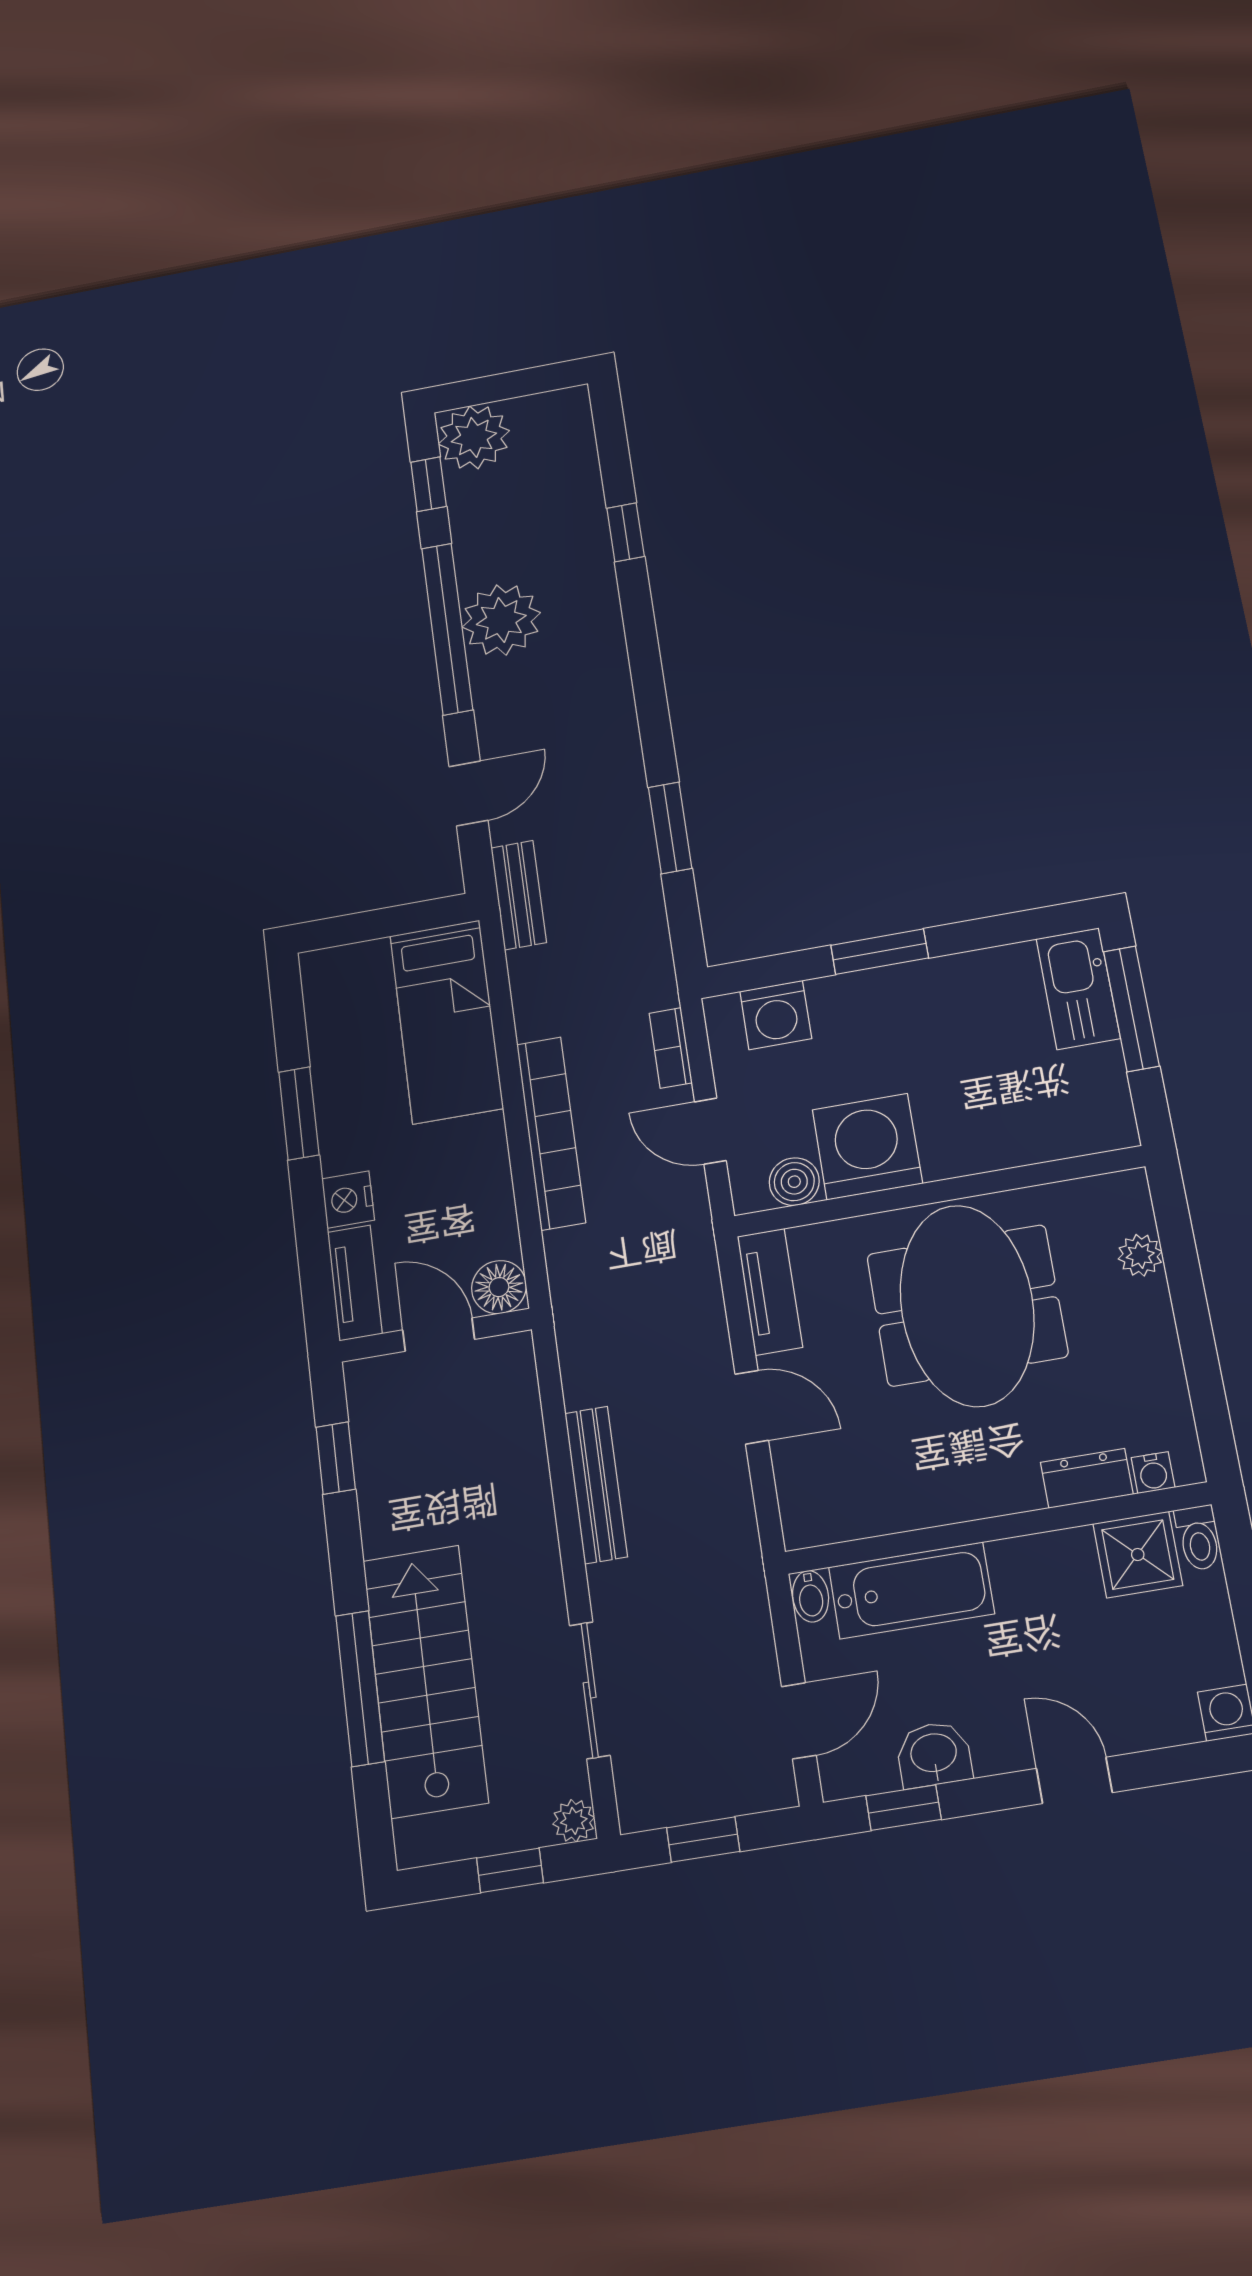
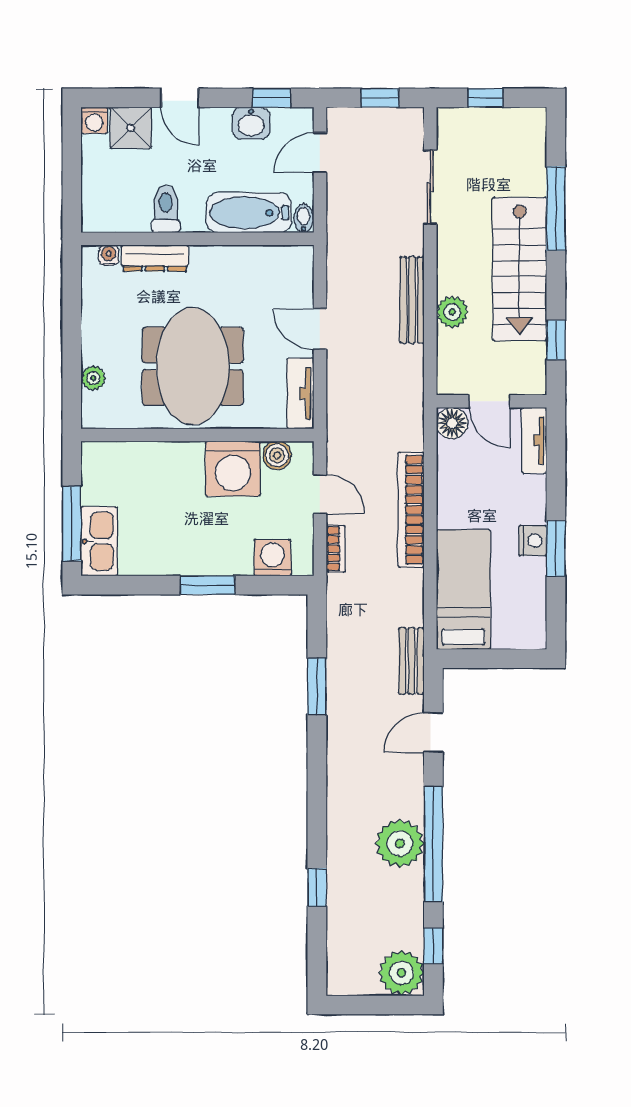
nightstand: (348, 1200) -> (533, 541), moved
dresser: (1087, 1478) -> (155, 258), width x1.44
toilet: (1198, 1538) -> (166, 209), moved, width x1.37, depth x1.39
shower: (1138, 1555) -> (131, 128), moved
stairs: (425, 1681) -> (520, 269), moved
plant: (574, 1821) -> (452, 312), moved, width x1.38, depth x1.38

